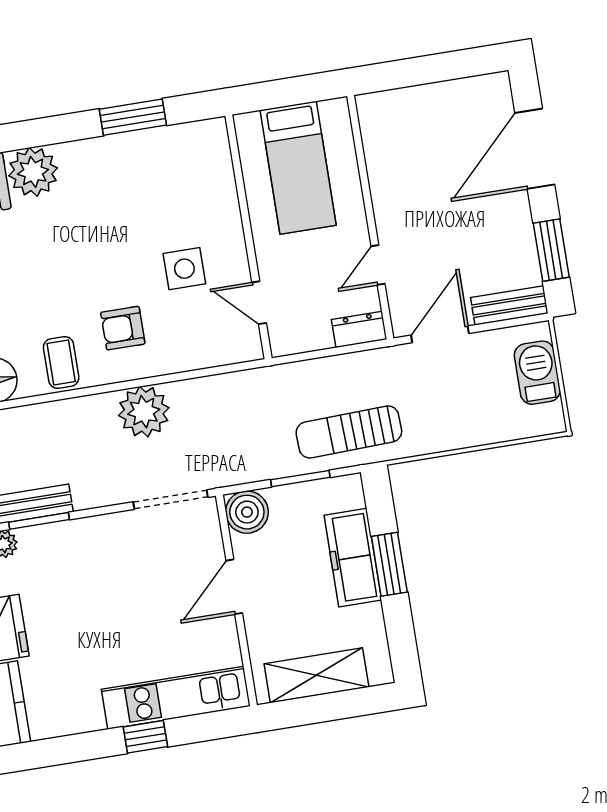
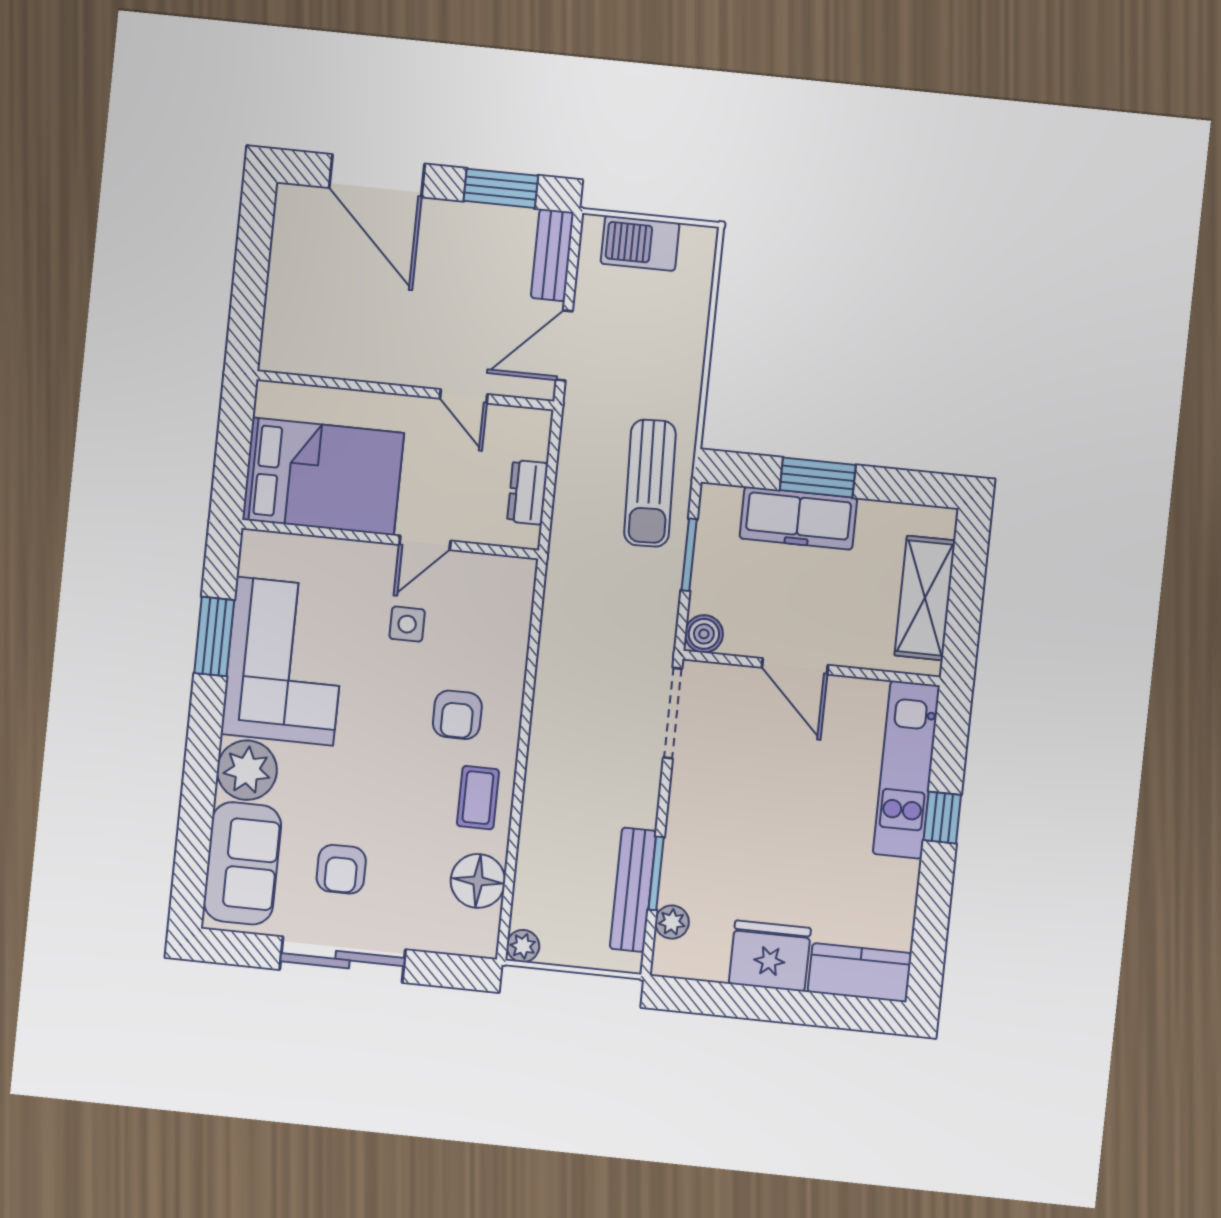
bed: (298, 168) -> (323, 476), width x1.50
corner sofa: (128, 179) -> (285, 661), added
side table: (184, 269) -> (407, 624), width x0.73, depth x0.73
door: (259, 303) -> (425, 543), moved
dresser: (359, 329) -> (528, 492), moved
door: (440, 334) -> (564, 345), hinge flipped
coffee table: (61, 362) -> (478, 798), turned 90
plant: (144, 412) -> (561, 717), removed
boiler: (247, 512) -> (704, 634), width x0.73, depth x0.73

